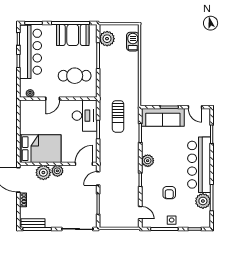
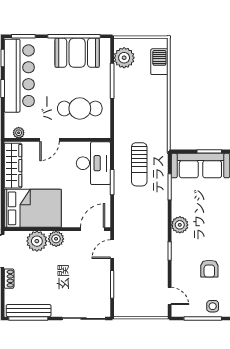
wardrobe: (26, 117) -> (13, 166), added
bench: (33, 223) -> (29, 311), width x1.36

